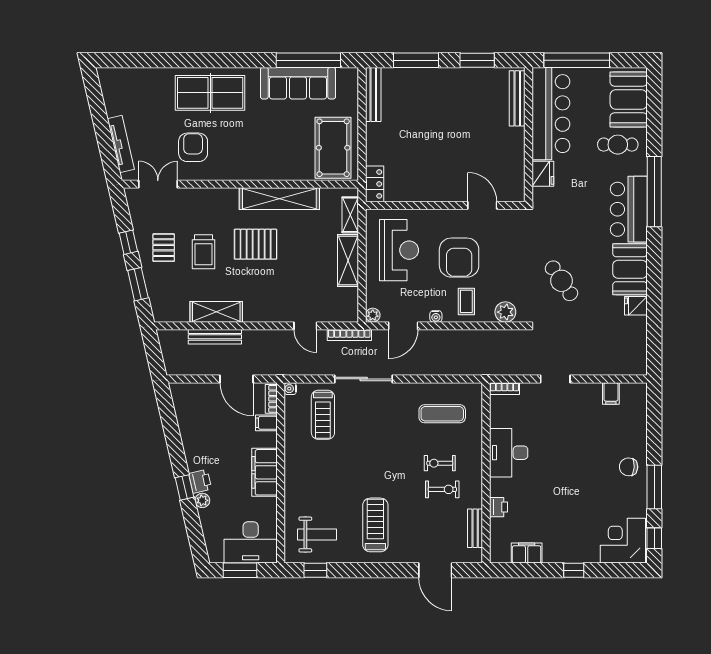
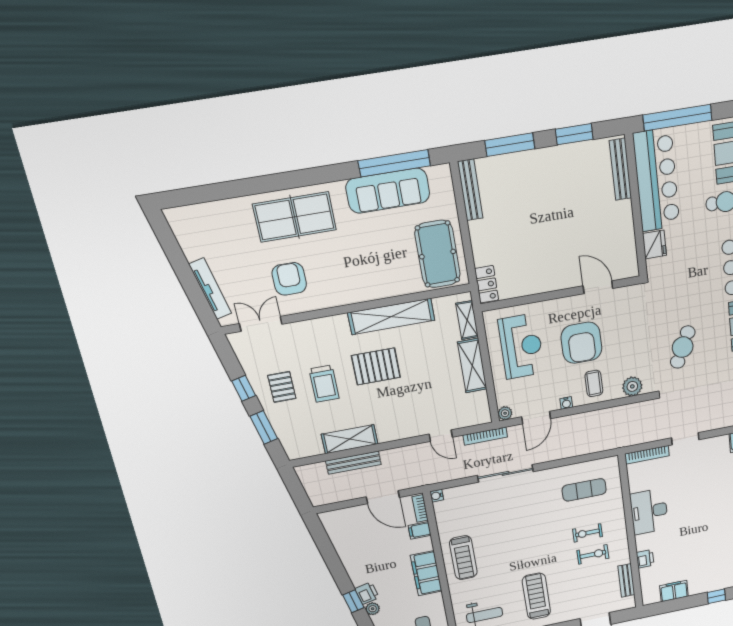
cafe table: (562, 281) -> (683, 347), turned 59
bookcase: (504, 389) -> (647, 455), width x1.56
treadmill: (323, 415) -> (463, 558), moved

